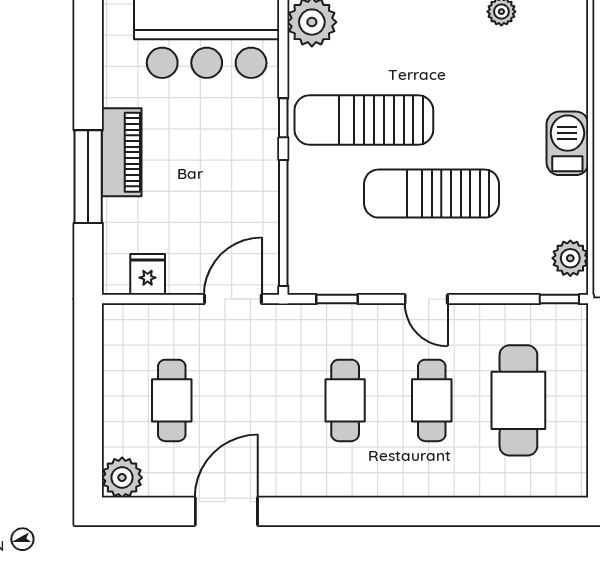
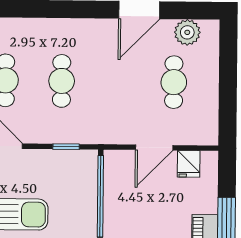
door: (233, 299) -> (154, 147), moved
plant: (122, 478) -> (187, 32), moved

